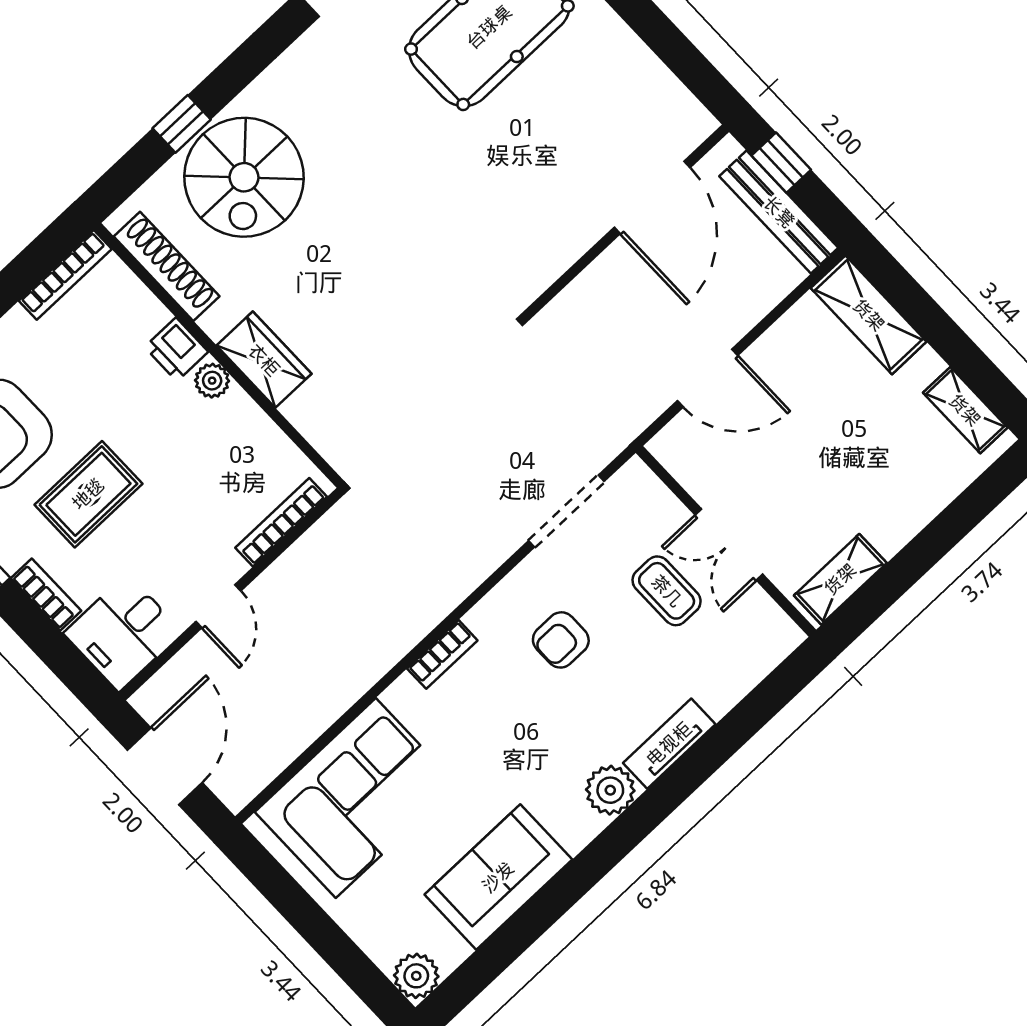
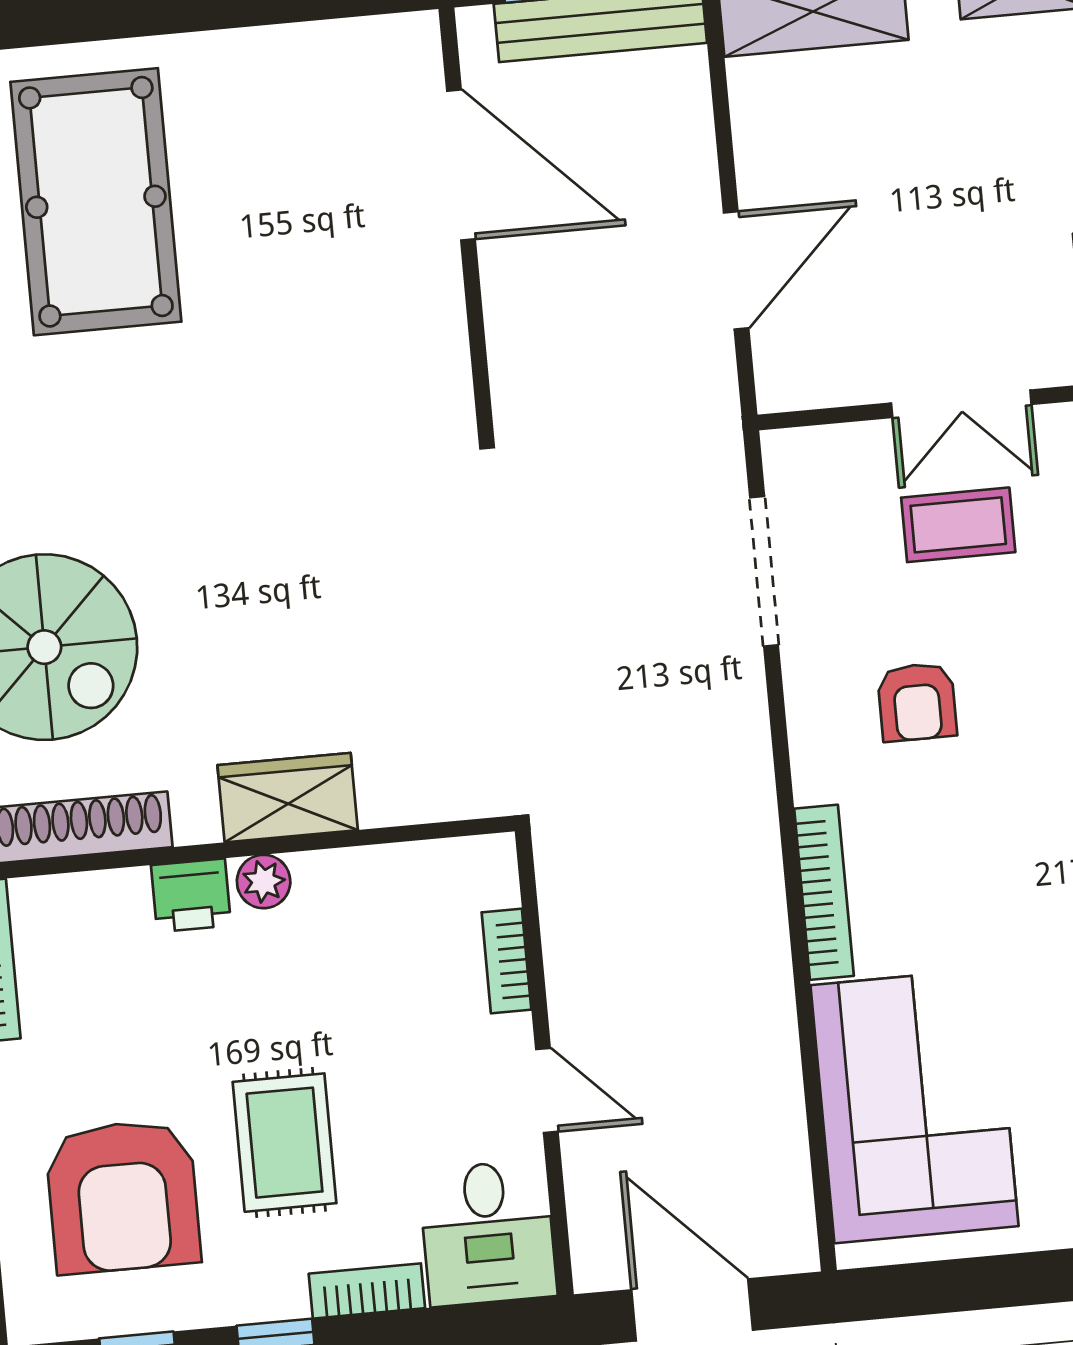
bookcase: (281, 522) -> (506, 961), width x0.64
bookcase: (442, 654) -> (824, 892), width x1.56

